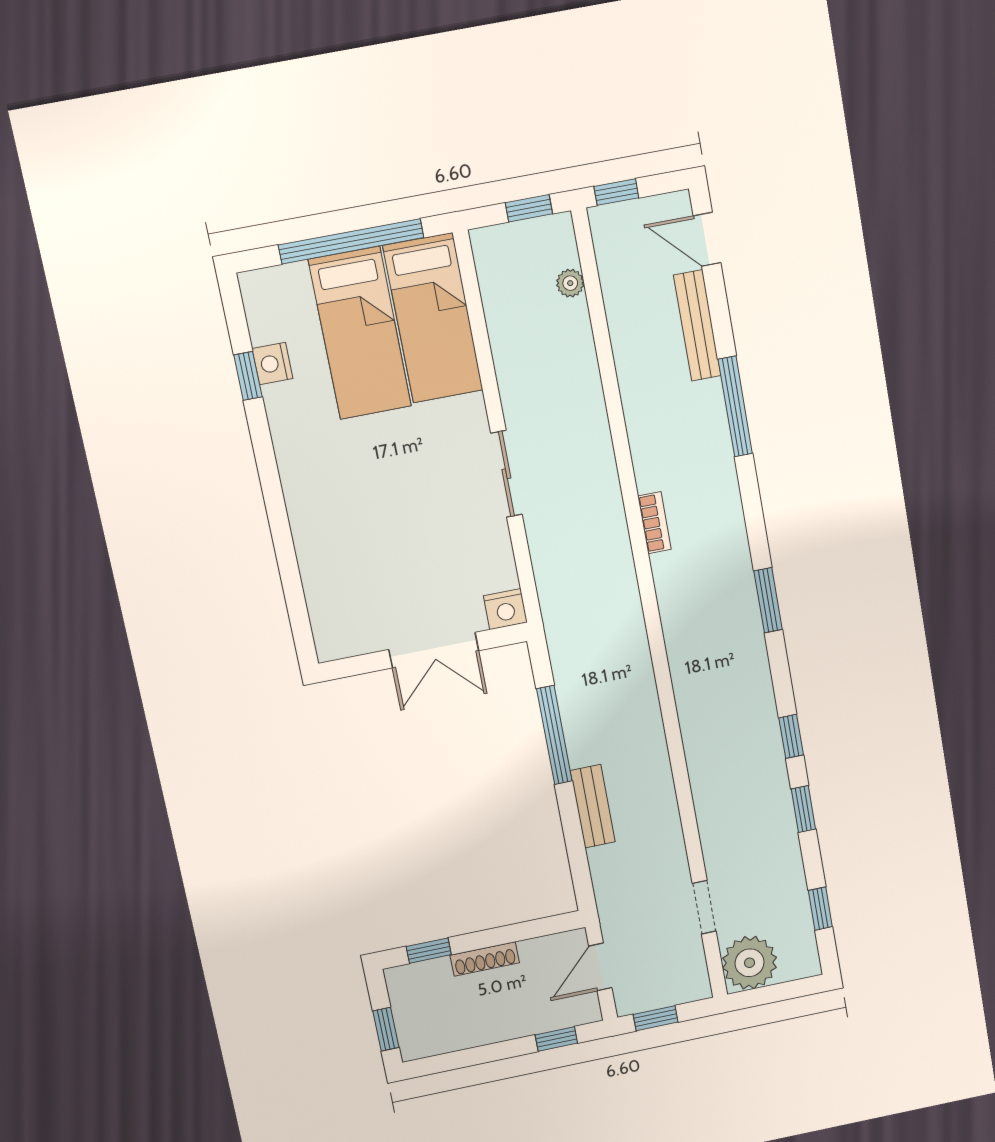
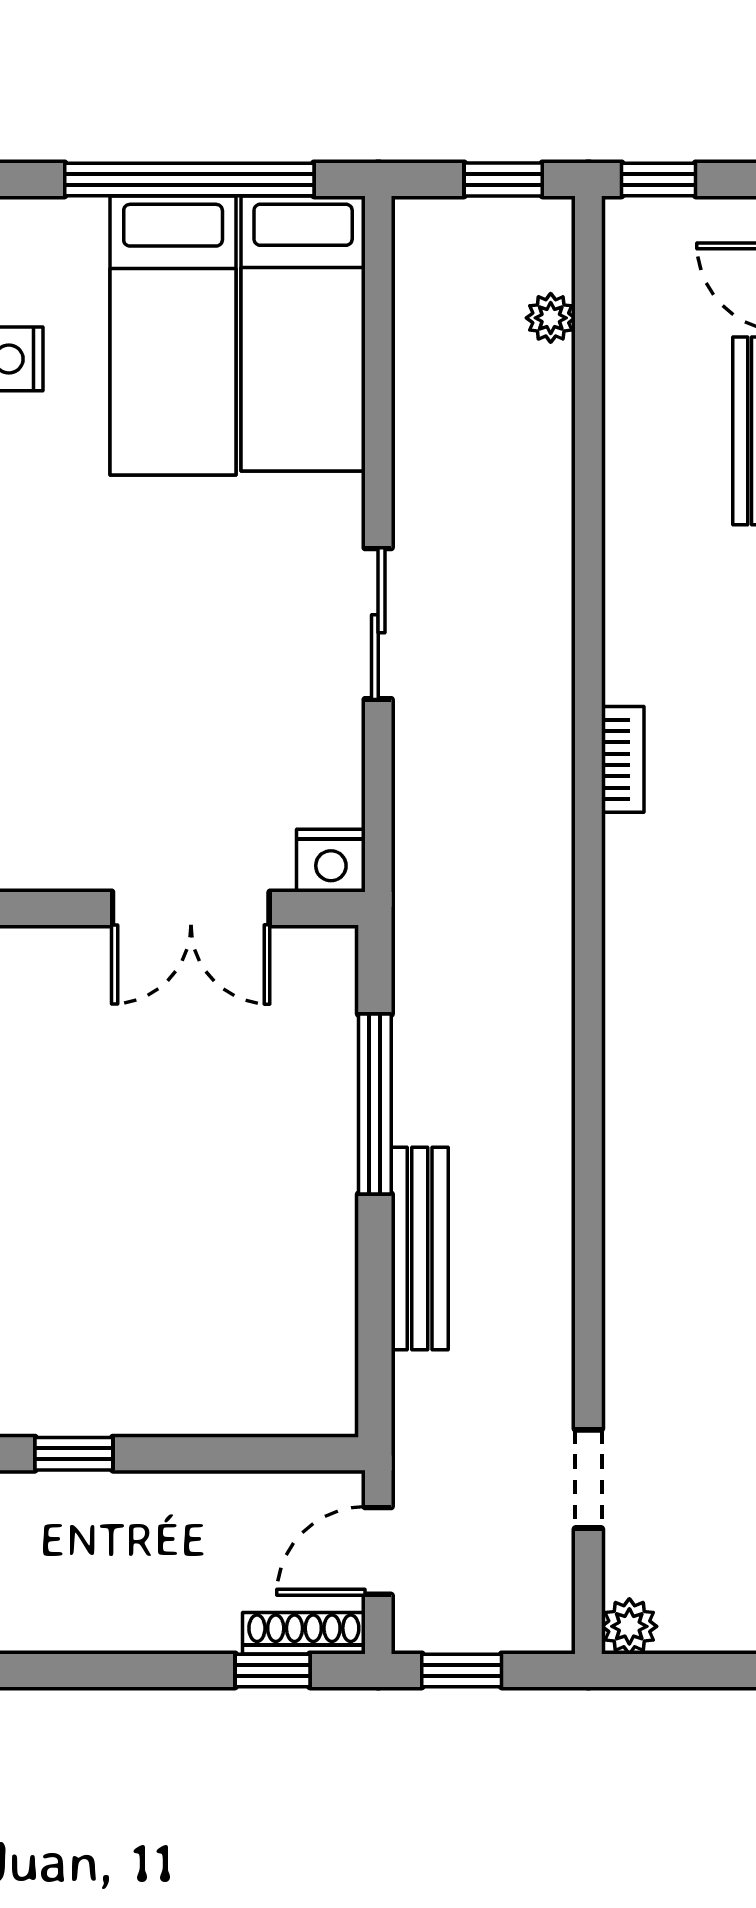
bench: (593, 806) -> (420, 1248), width x1.36
shoe rack: (485, 959) -> (304, 1633), moved, turned 180
plant: (750, 963) -> (629, 1626), width x0.53, depth x0.53

